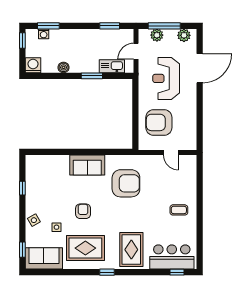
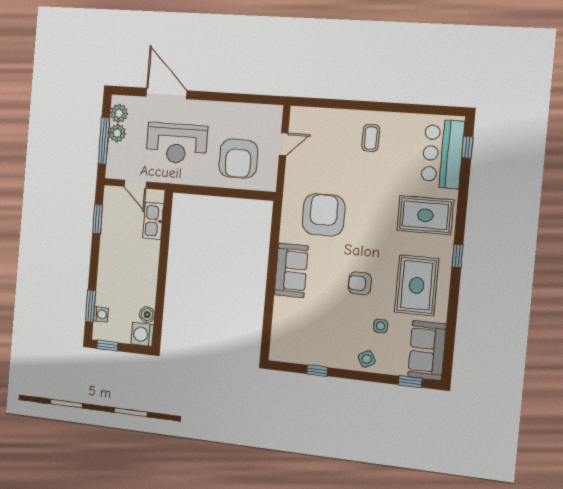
plant: (157, 35) -> (117, 133), moved
boiler: (64, 67) -> (147, 315), moved
window: (92, 76) -> (164, 251), removed

